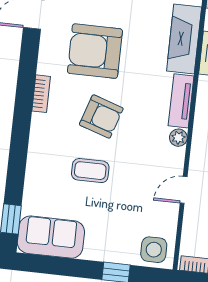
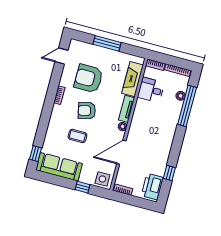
armchair: (101, 117) -> (87, 111), turned 149
door: (184, 190) -> (121, 152), width x1.88
sofa: (51, 237) -> (59, 167), width x1.36

